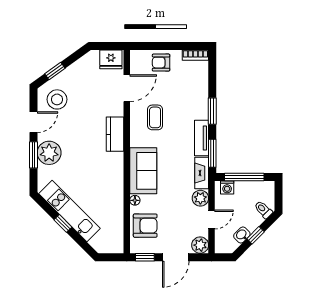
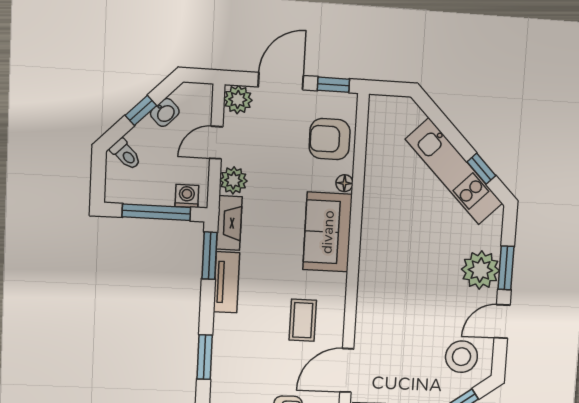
window: (212, 111) -> (205, 357), moved
kitchen counter: (115, 134) -> (371, 295), removed
window: (63, 223) -> (481, 169), moved

